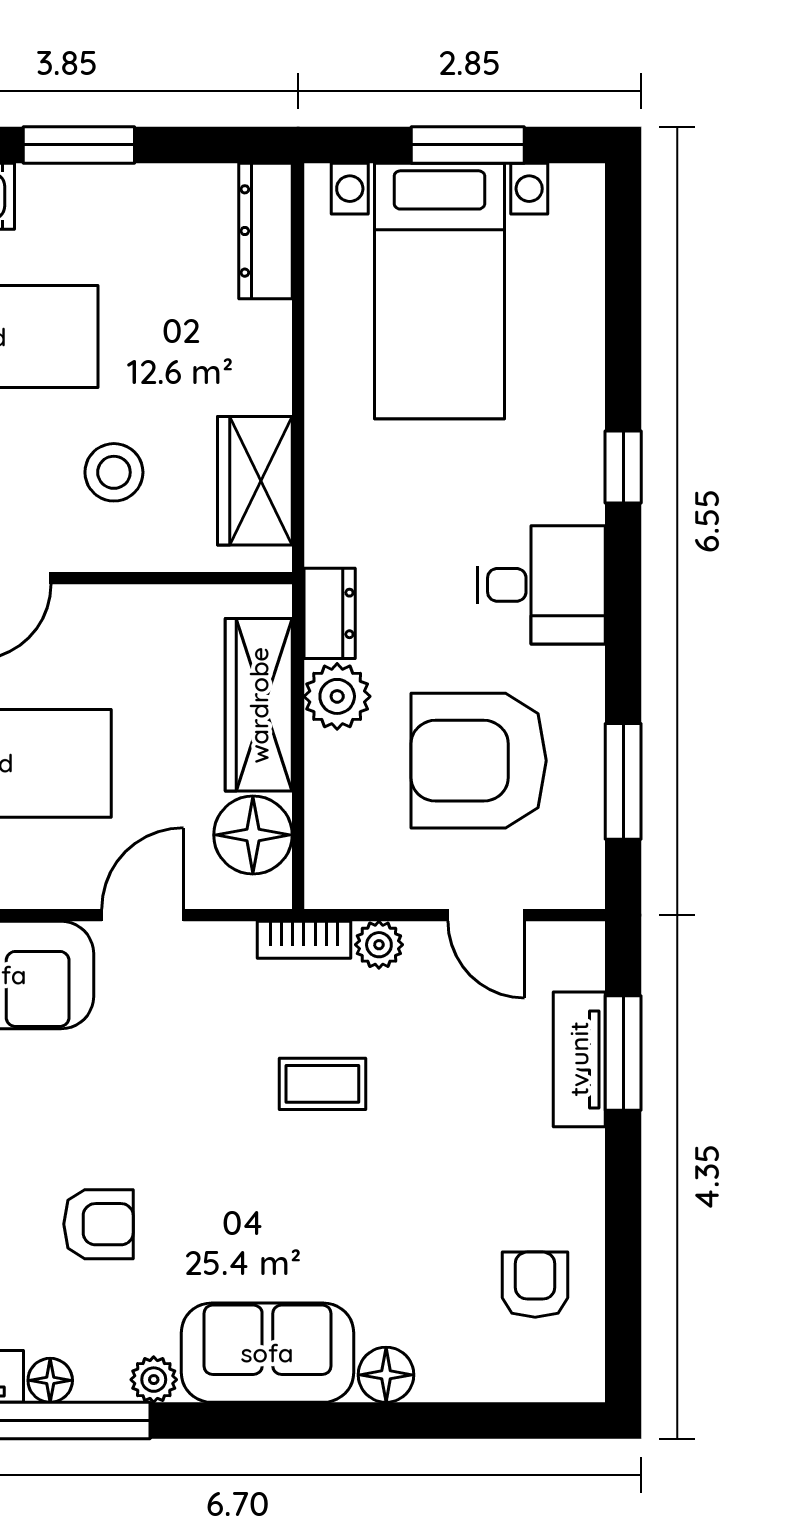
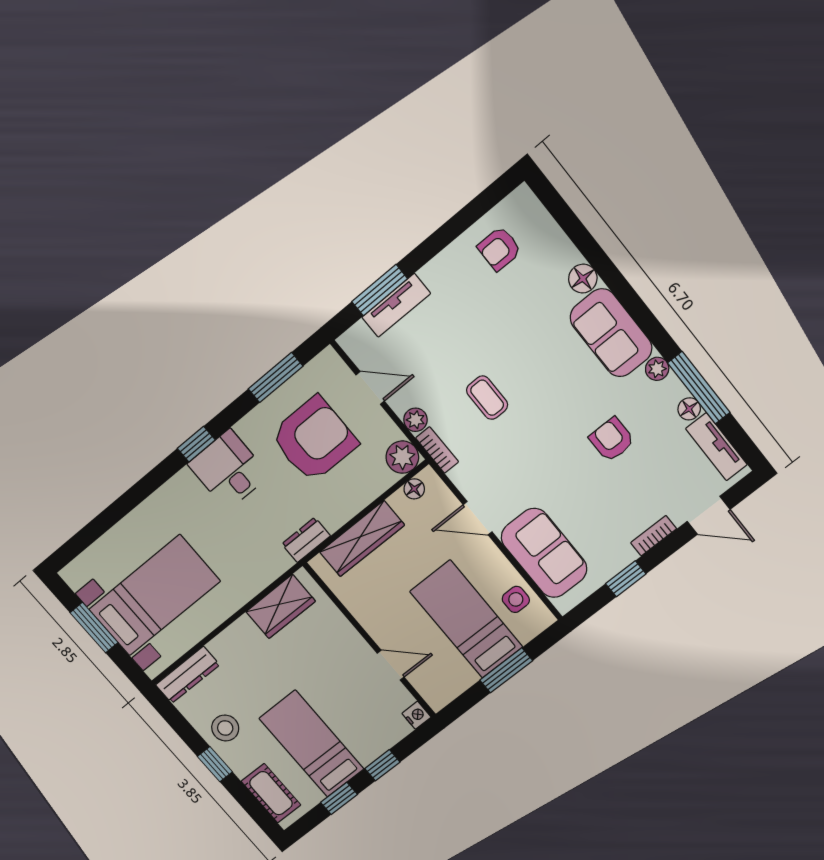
window: (79, 145) -> (215, 764), width x0.67
window: (623, 467) -> (196, 444), moved
stool: (114, 472) -> (225, 728), moved
plant: (337, 696) -> (402, 457), moved
armchair: (479, 761) -> (314, 439), turned -90
floor lamp: (253, 835) -> (414, 489), width x0.53, depth x0.53
door: (486, 915) -> (370, 388), hinge flipped

